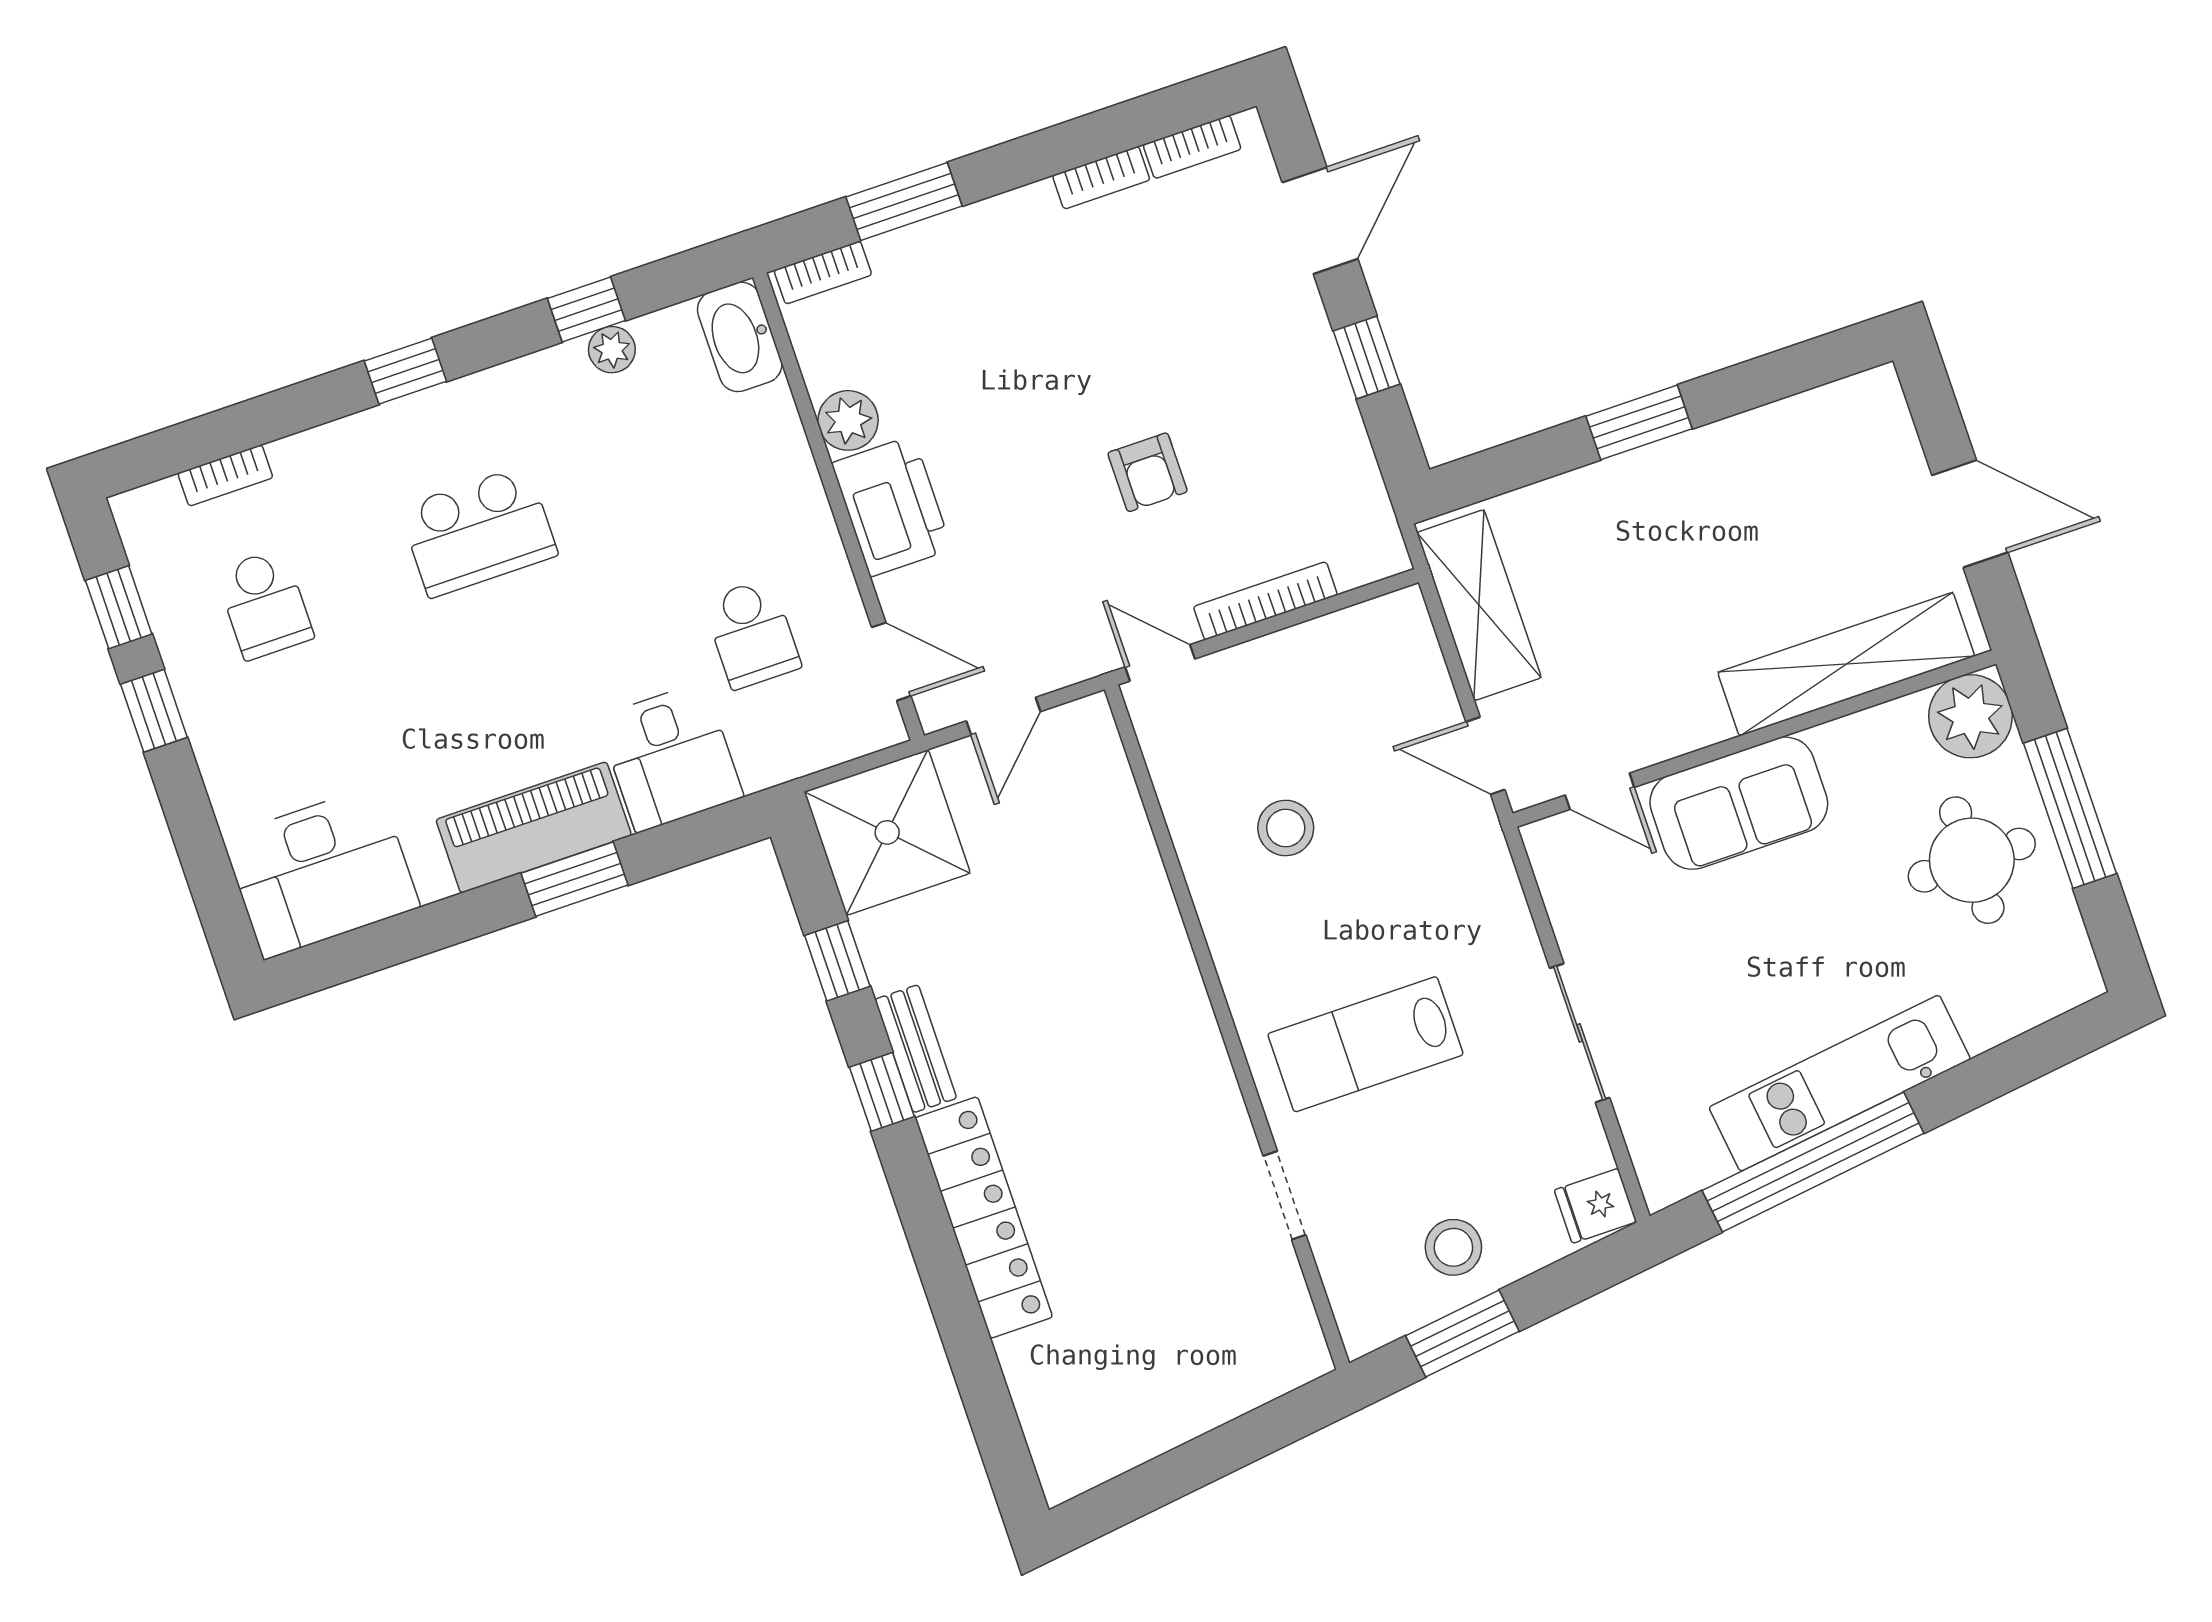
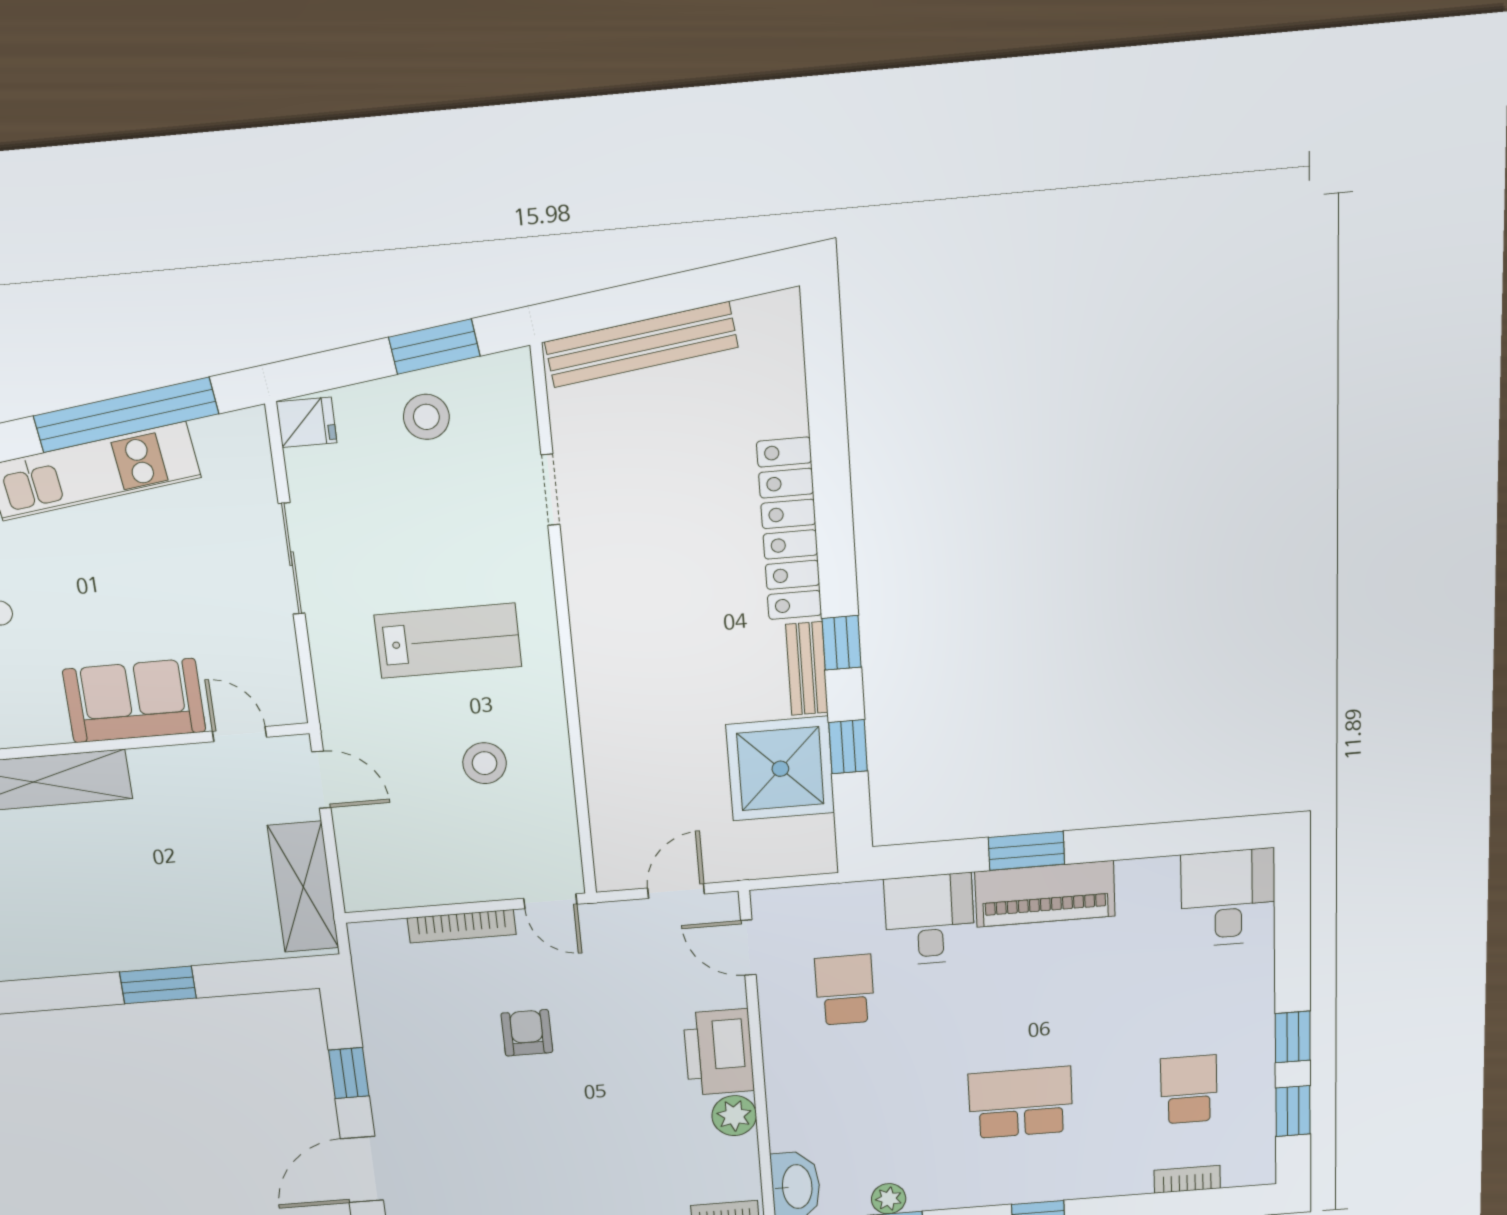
shower: (887, 832) -> (780, 769), moved
desk: (321, 872) -> (1228, 898), width x0.73
lab bench: (1365, 1044) -> (448, 641), moved
bench: (1218, 1396) -> (641, 345), added

